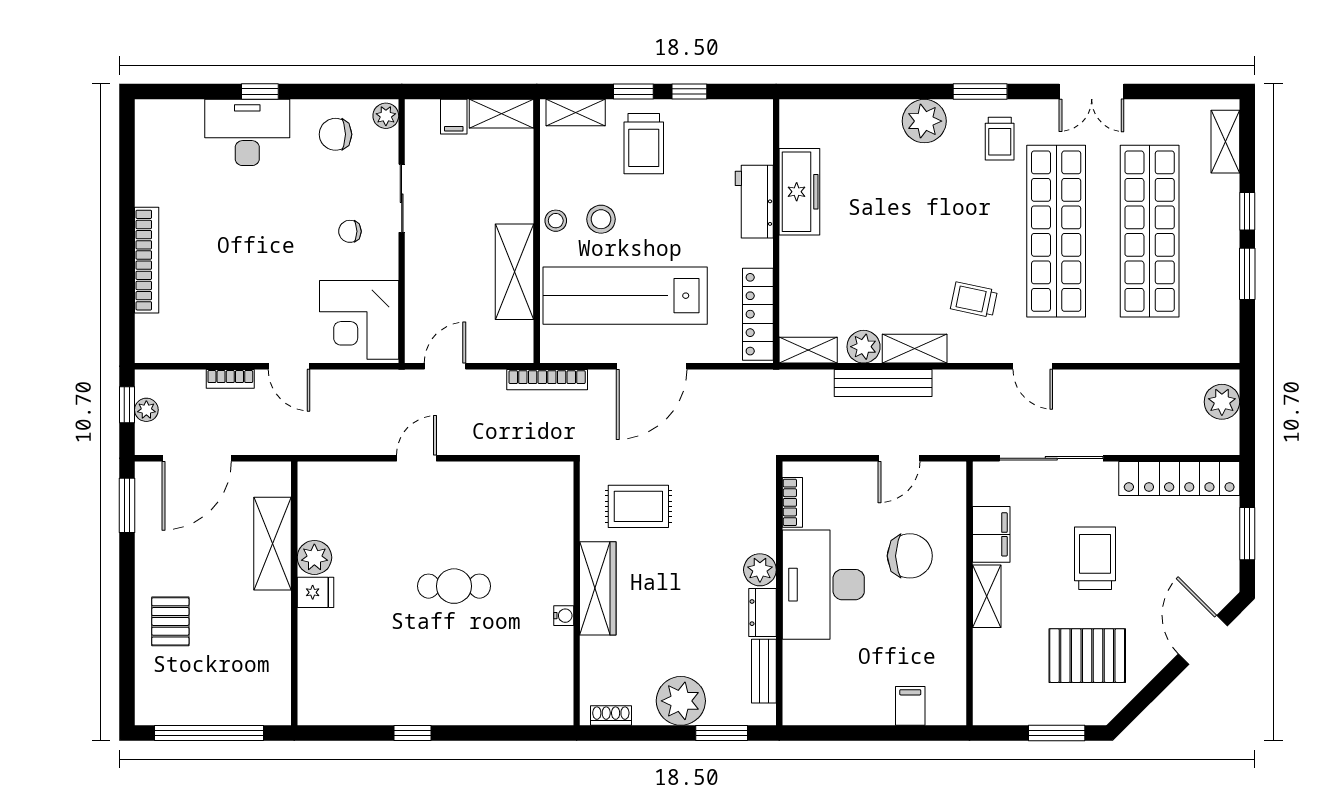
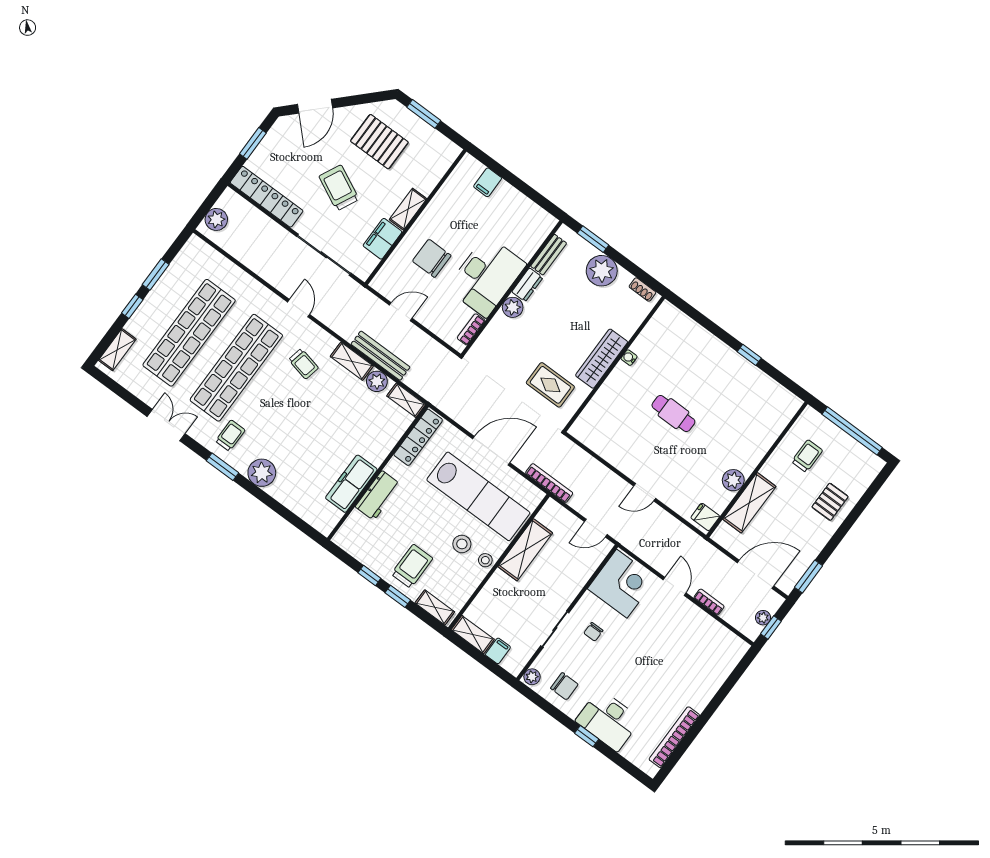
chair: (350, 231) -> (593, 632), turned 90
bookcase: (147, 260) -> (674, 737), moved
trolley: (1095, 558) -> (339, 188), turned 116
fridge: (316, 592) -> (705, 517), moved
trolley: (243, 658) -> (807, 456), added

